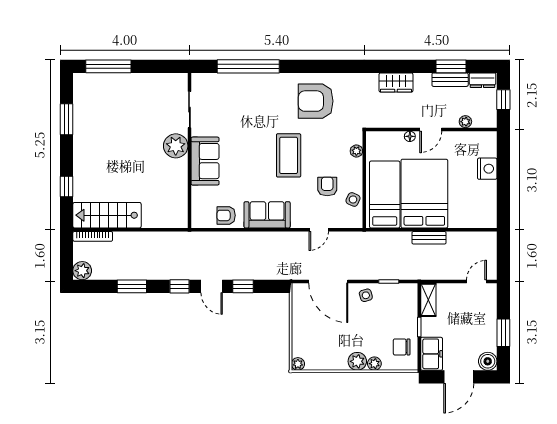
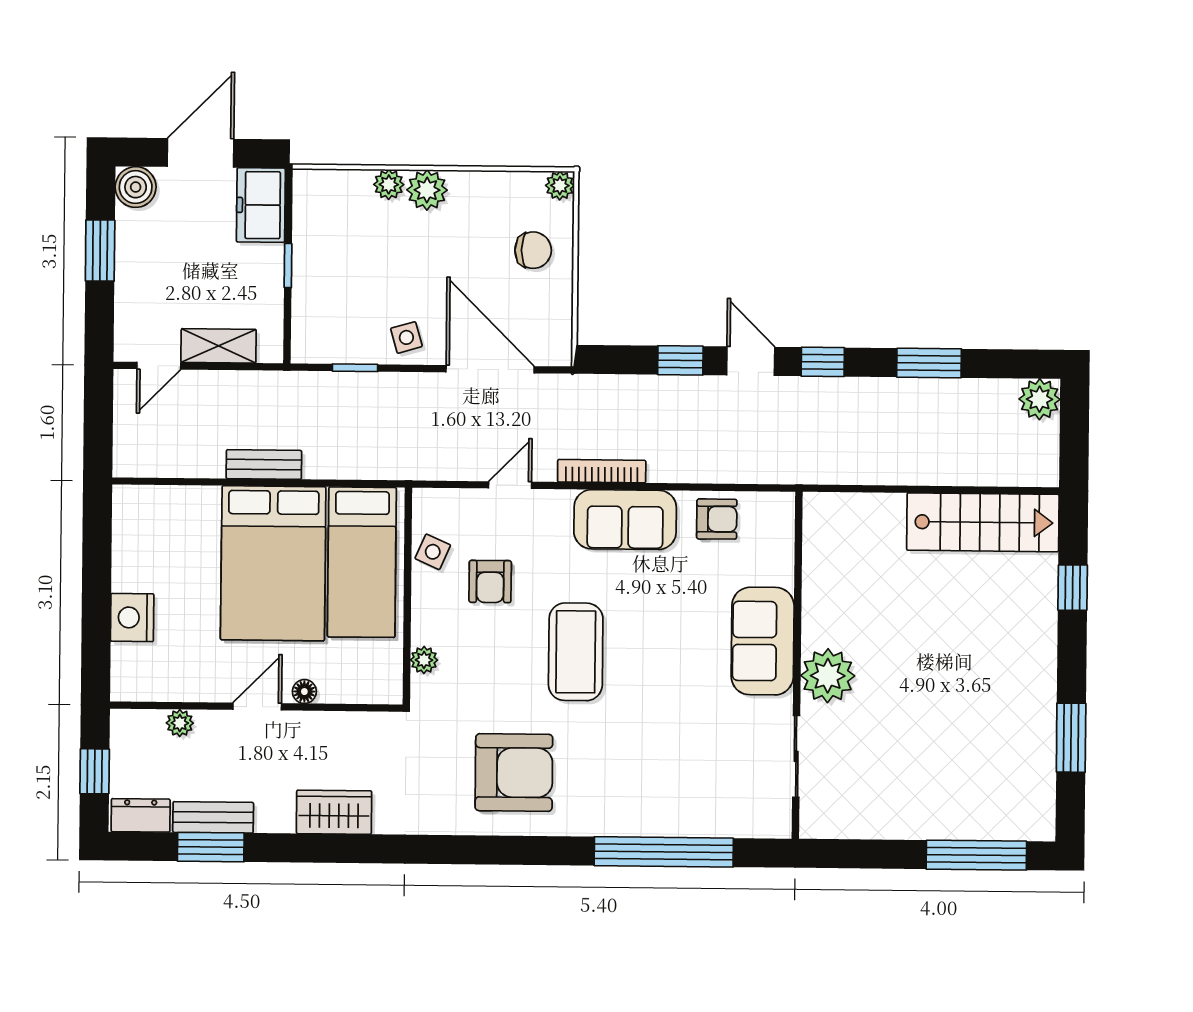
bookcase: (93, 236) -> (602, 471), moved
shelving: (428, 300) -> (219, 346), moved, turned 90
chair: (402, 347) -> (533, 250), moved

